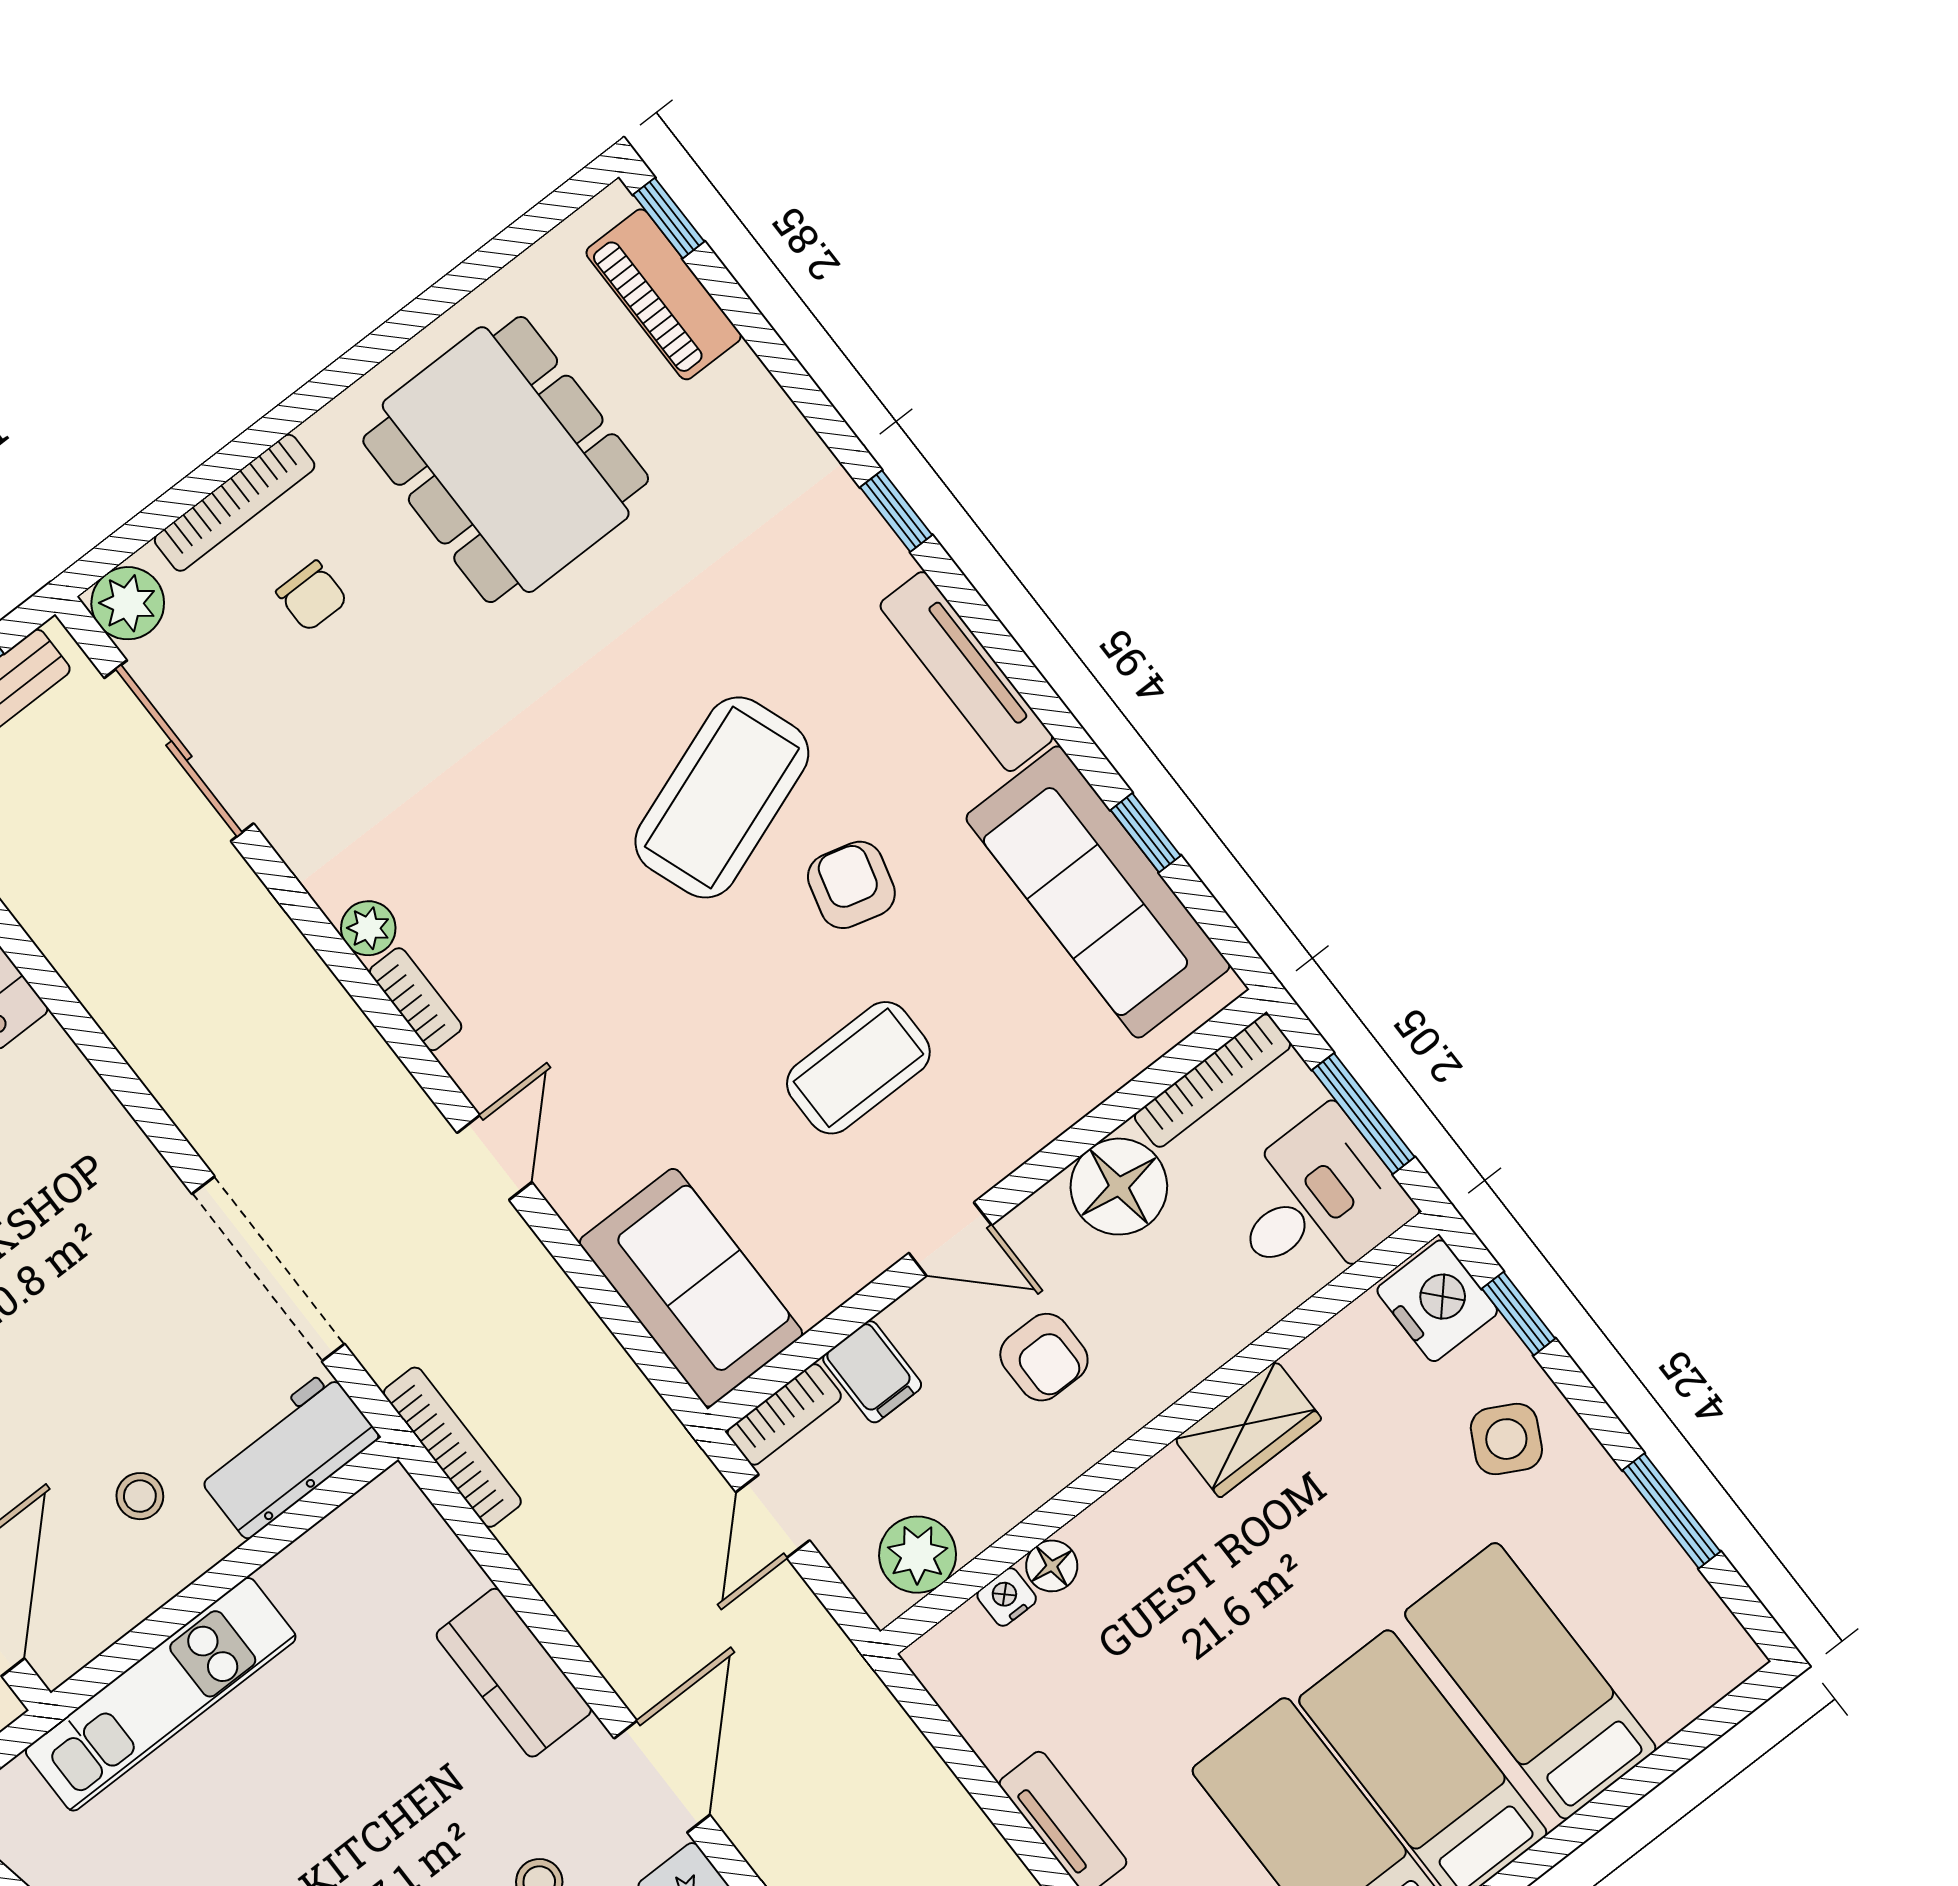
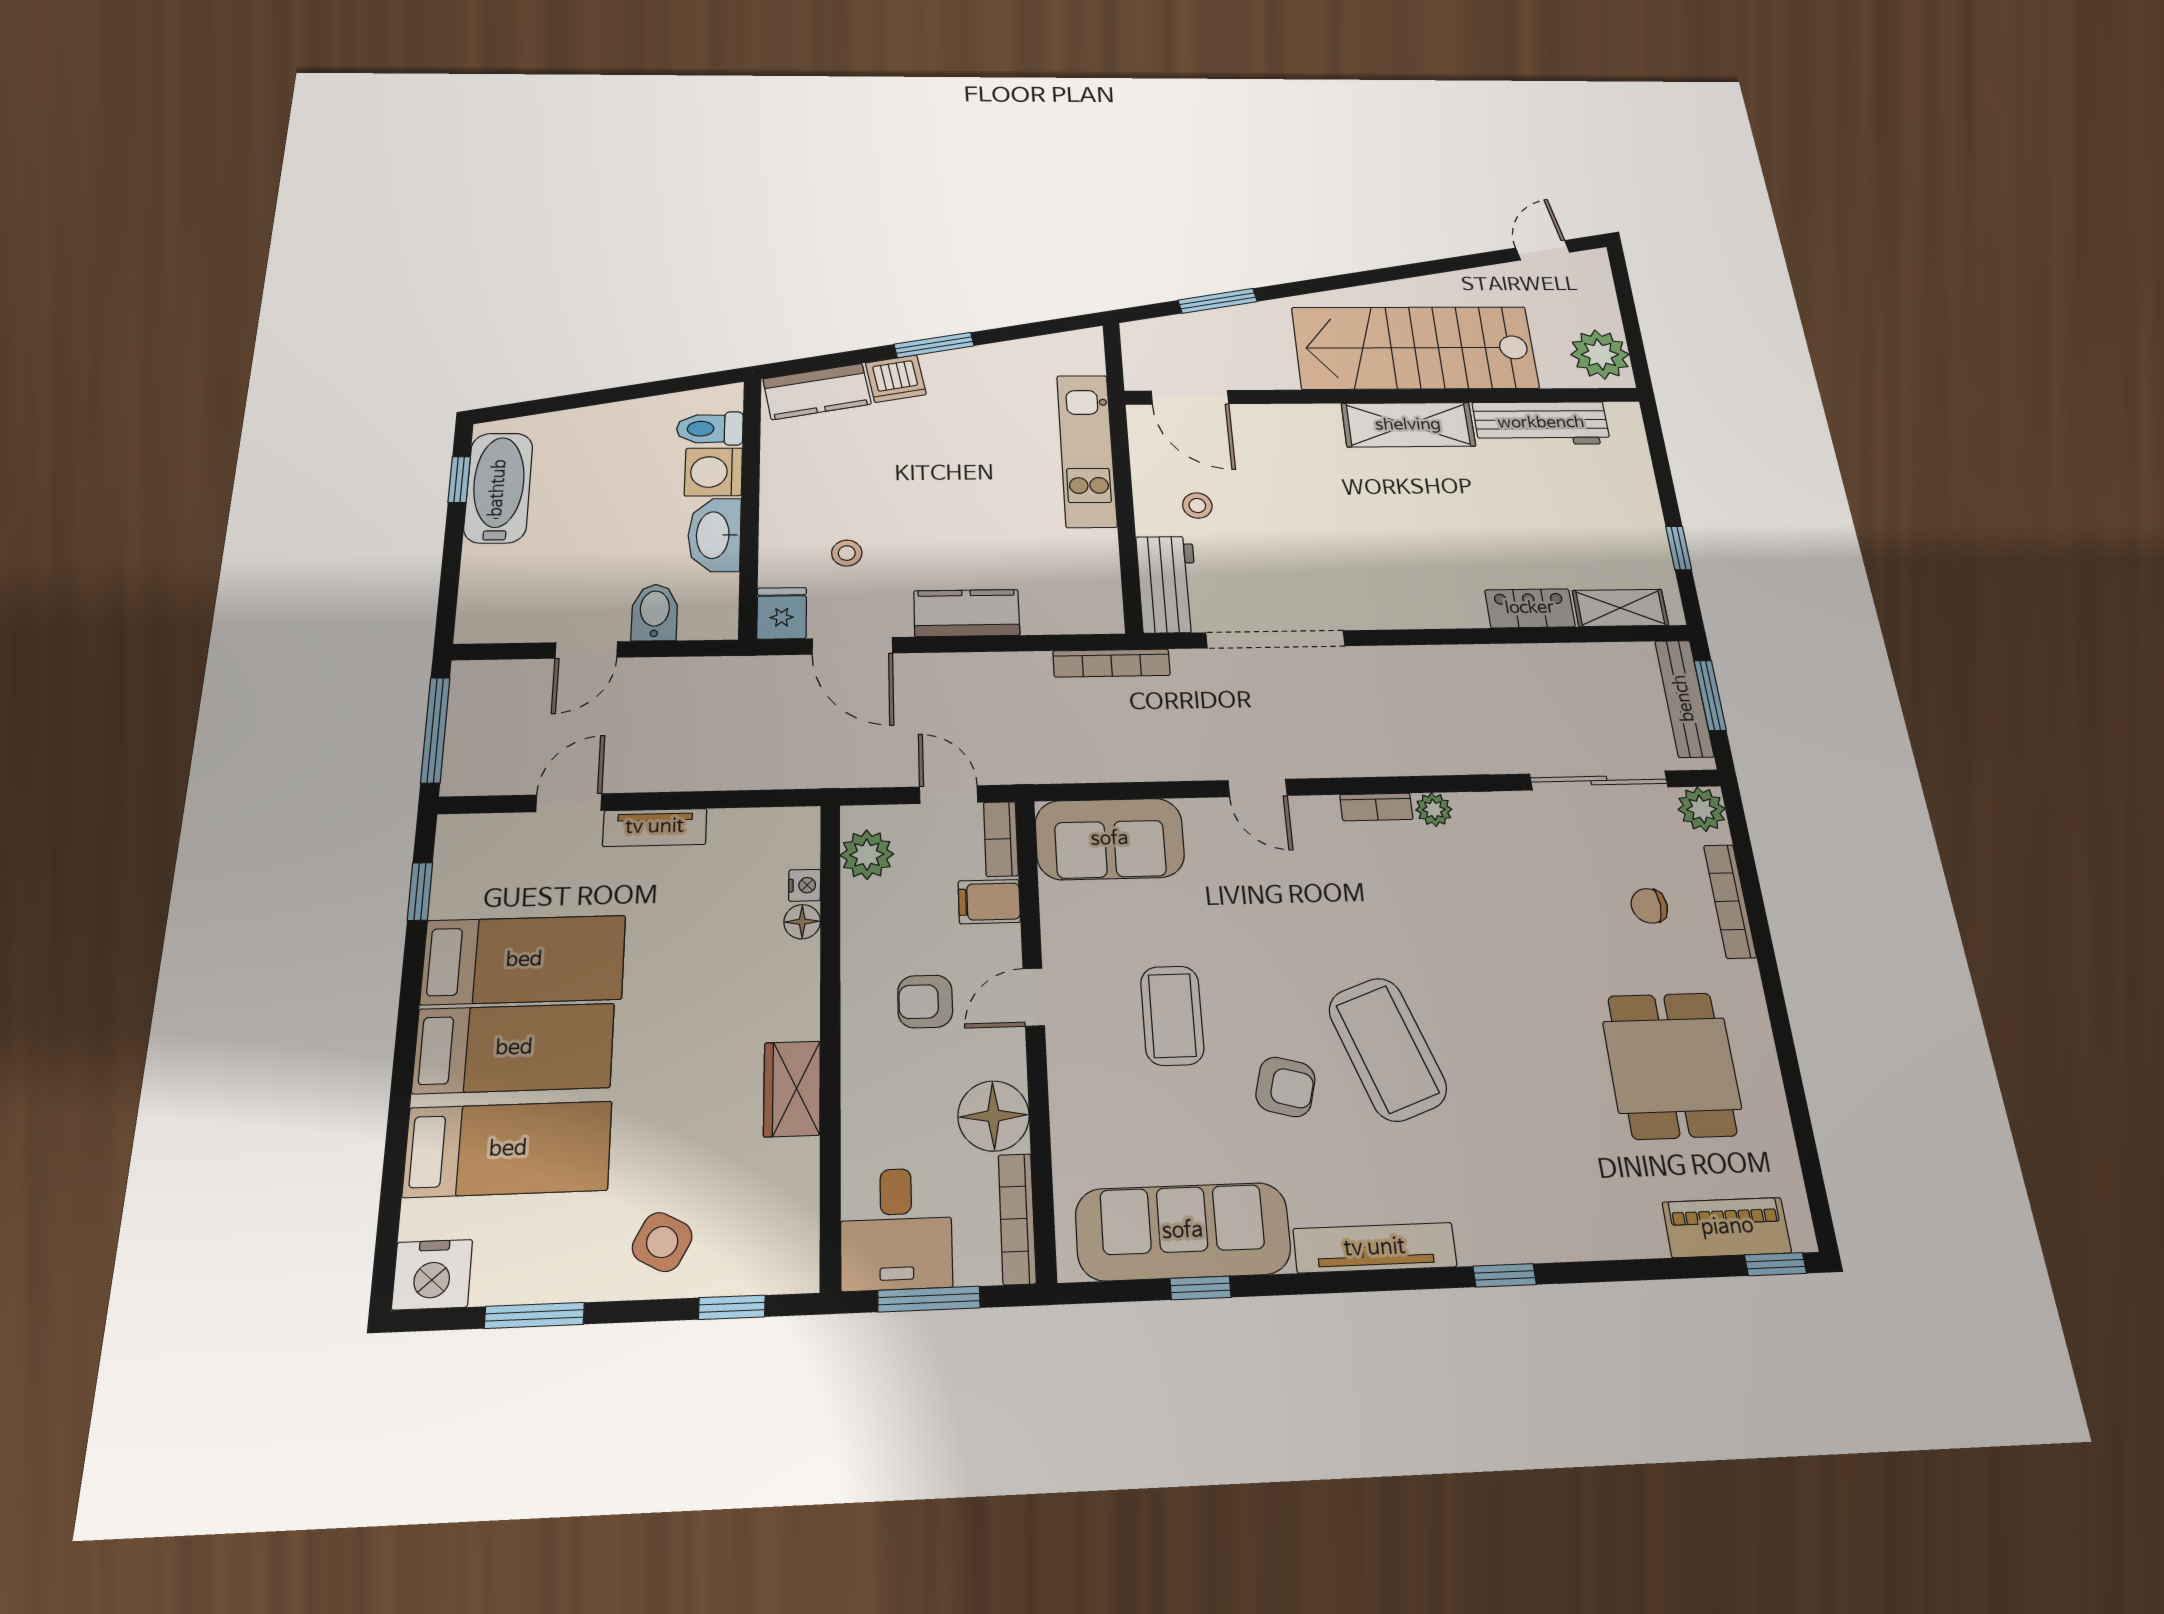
dining table: (506, 460) -> (1672, 1065), width x0.73
nightstand: (1437, 1301) -> (432, 1275), moved

